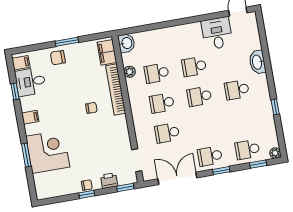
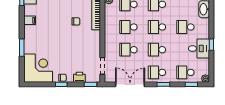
desk: (260, 115) -> (199, 49), added
school desk: (205, 126) -> (157, 50), added
corner desk: (48, 152) -> (38, 68), moved

